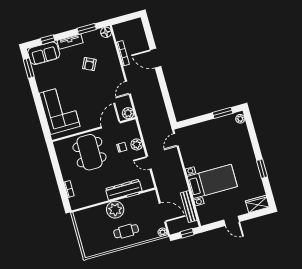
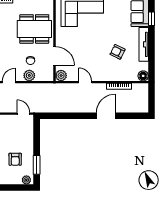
window: (87, 29) -> (151, 58), removed
tv unit: (70, 42) -> (144, 44), width x1.41
armchair: (223, 135) -> (15, 159), added

